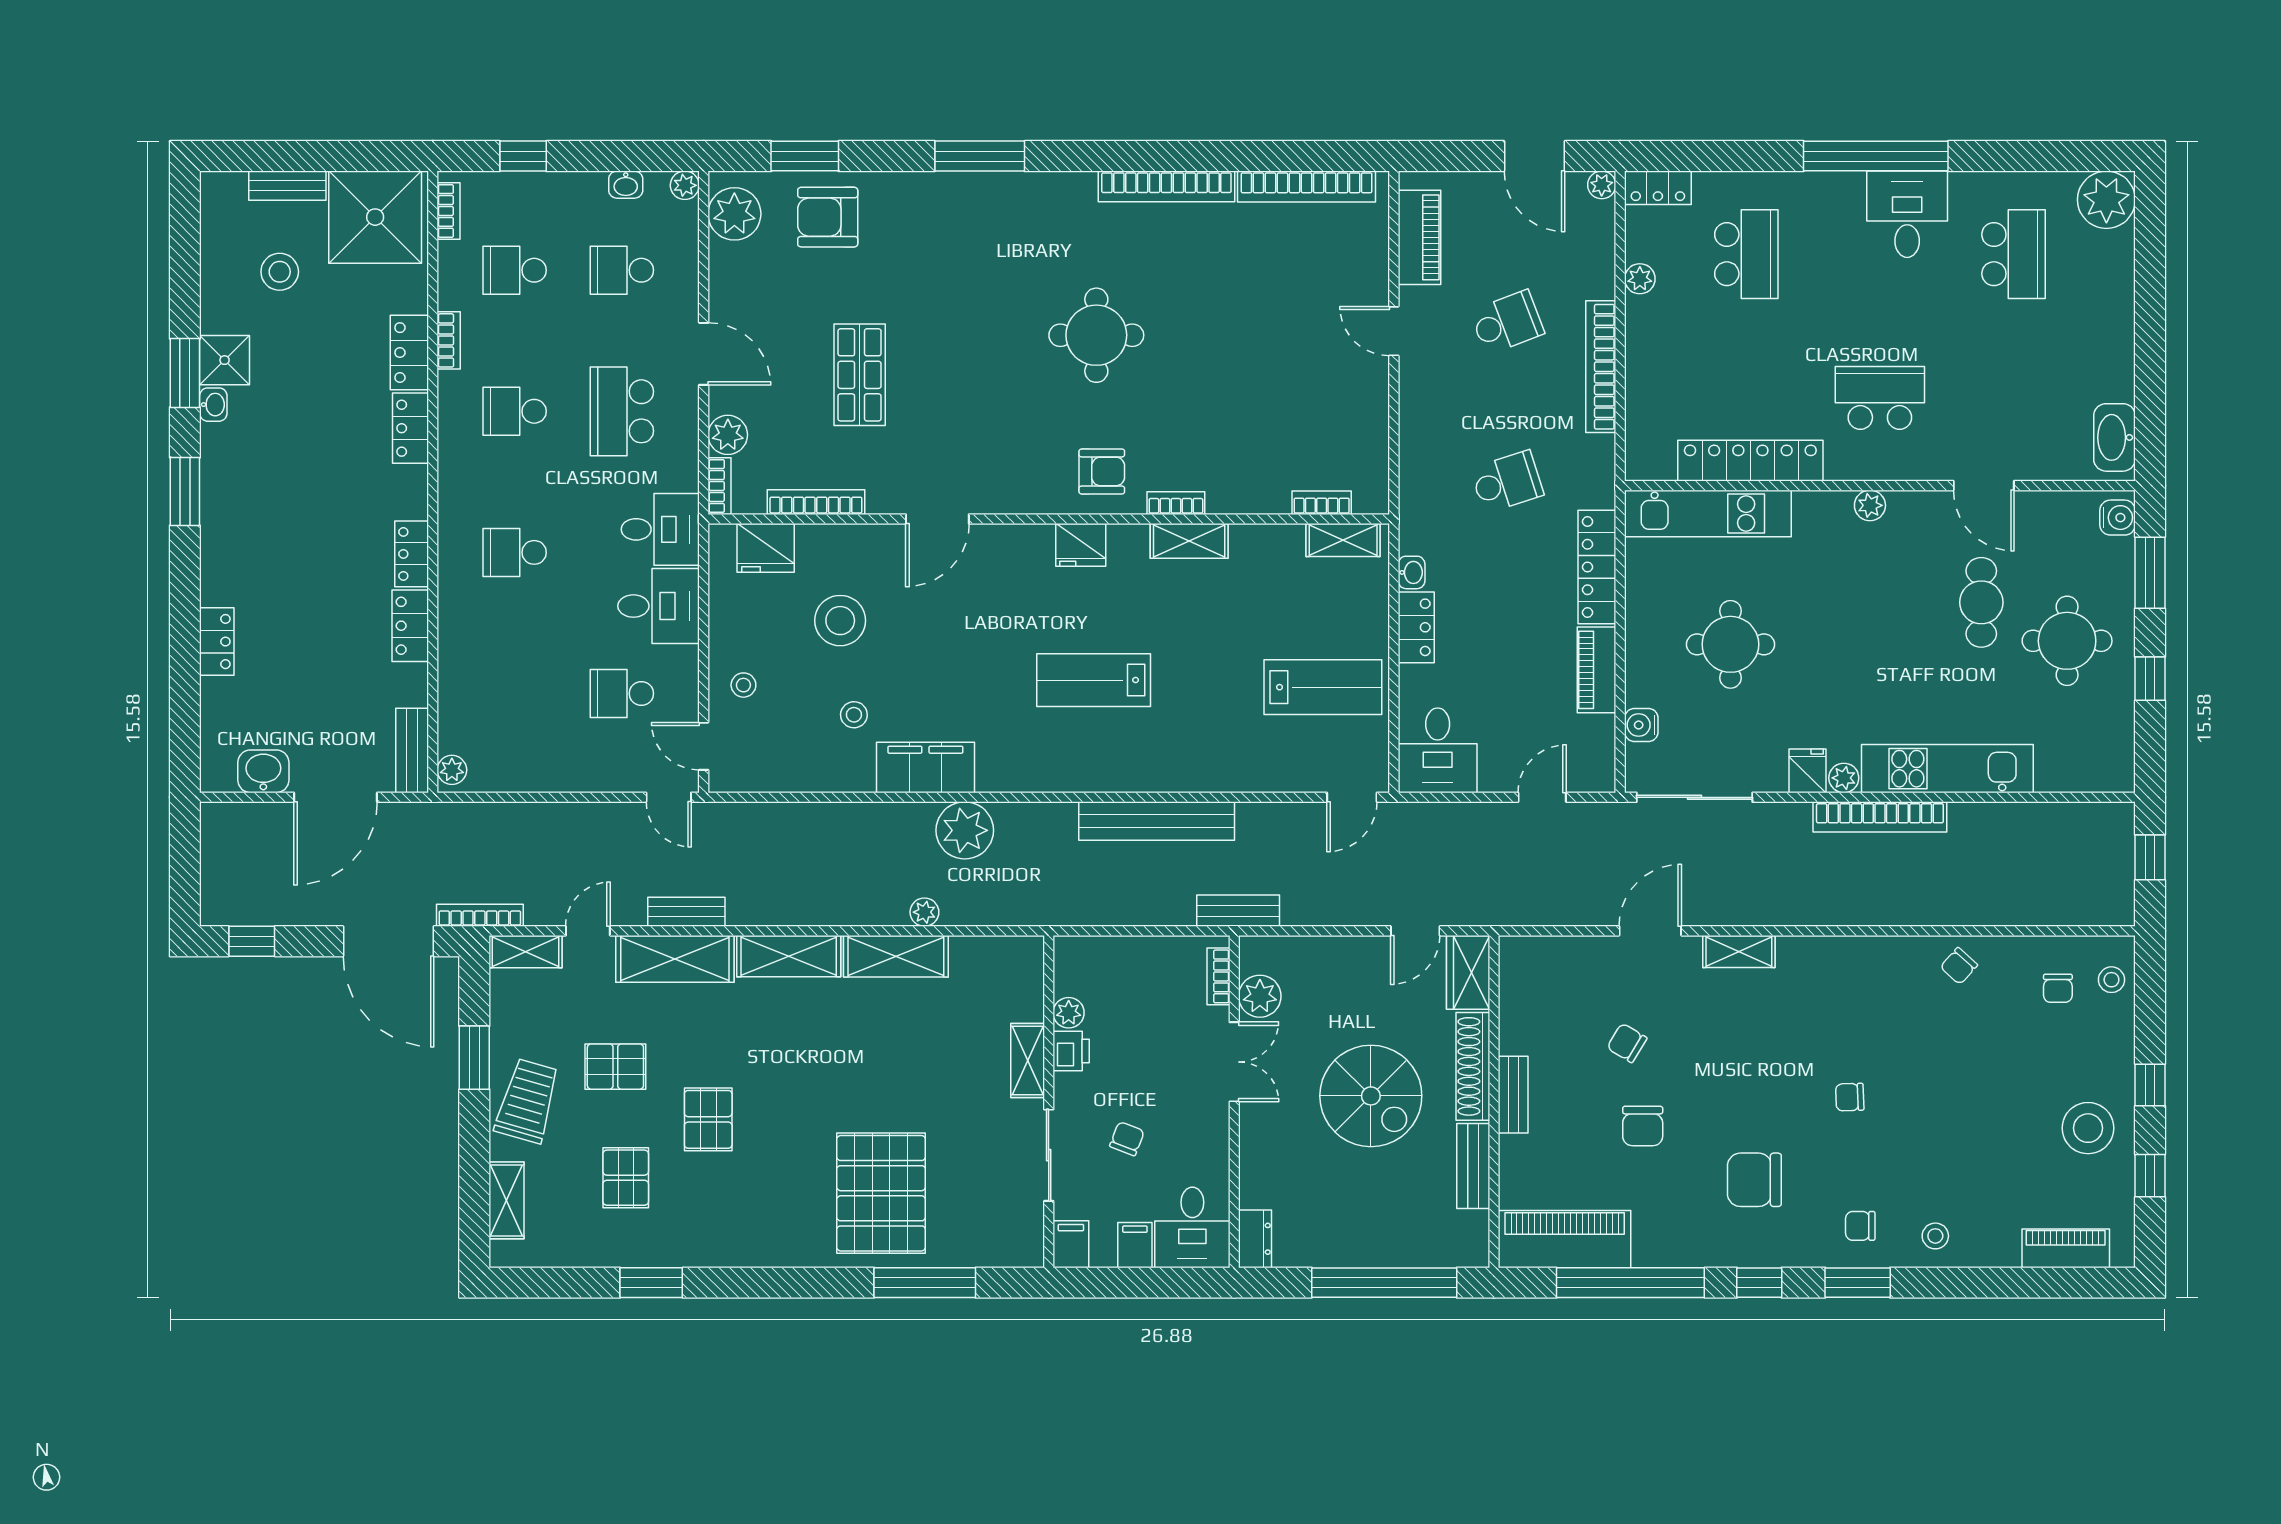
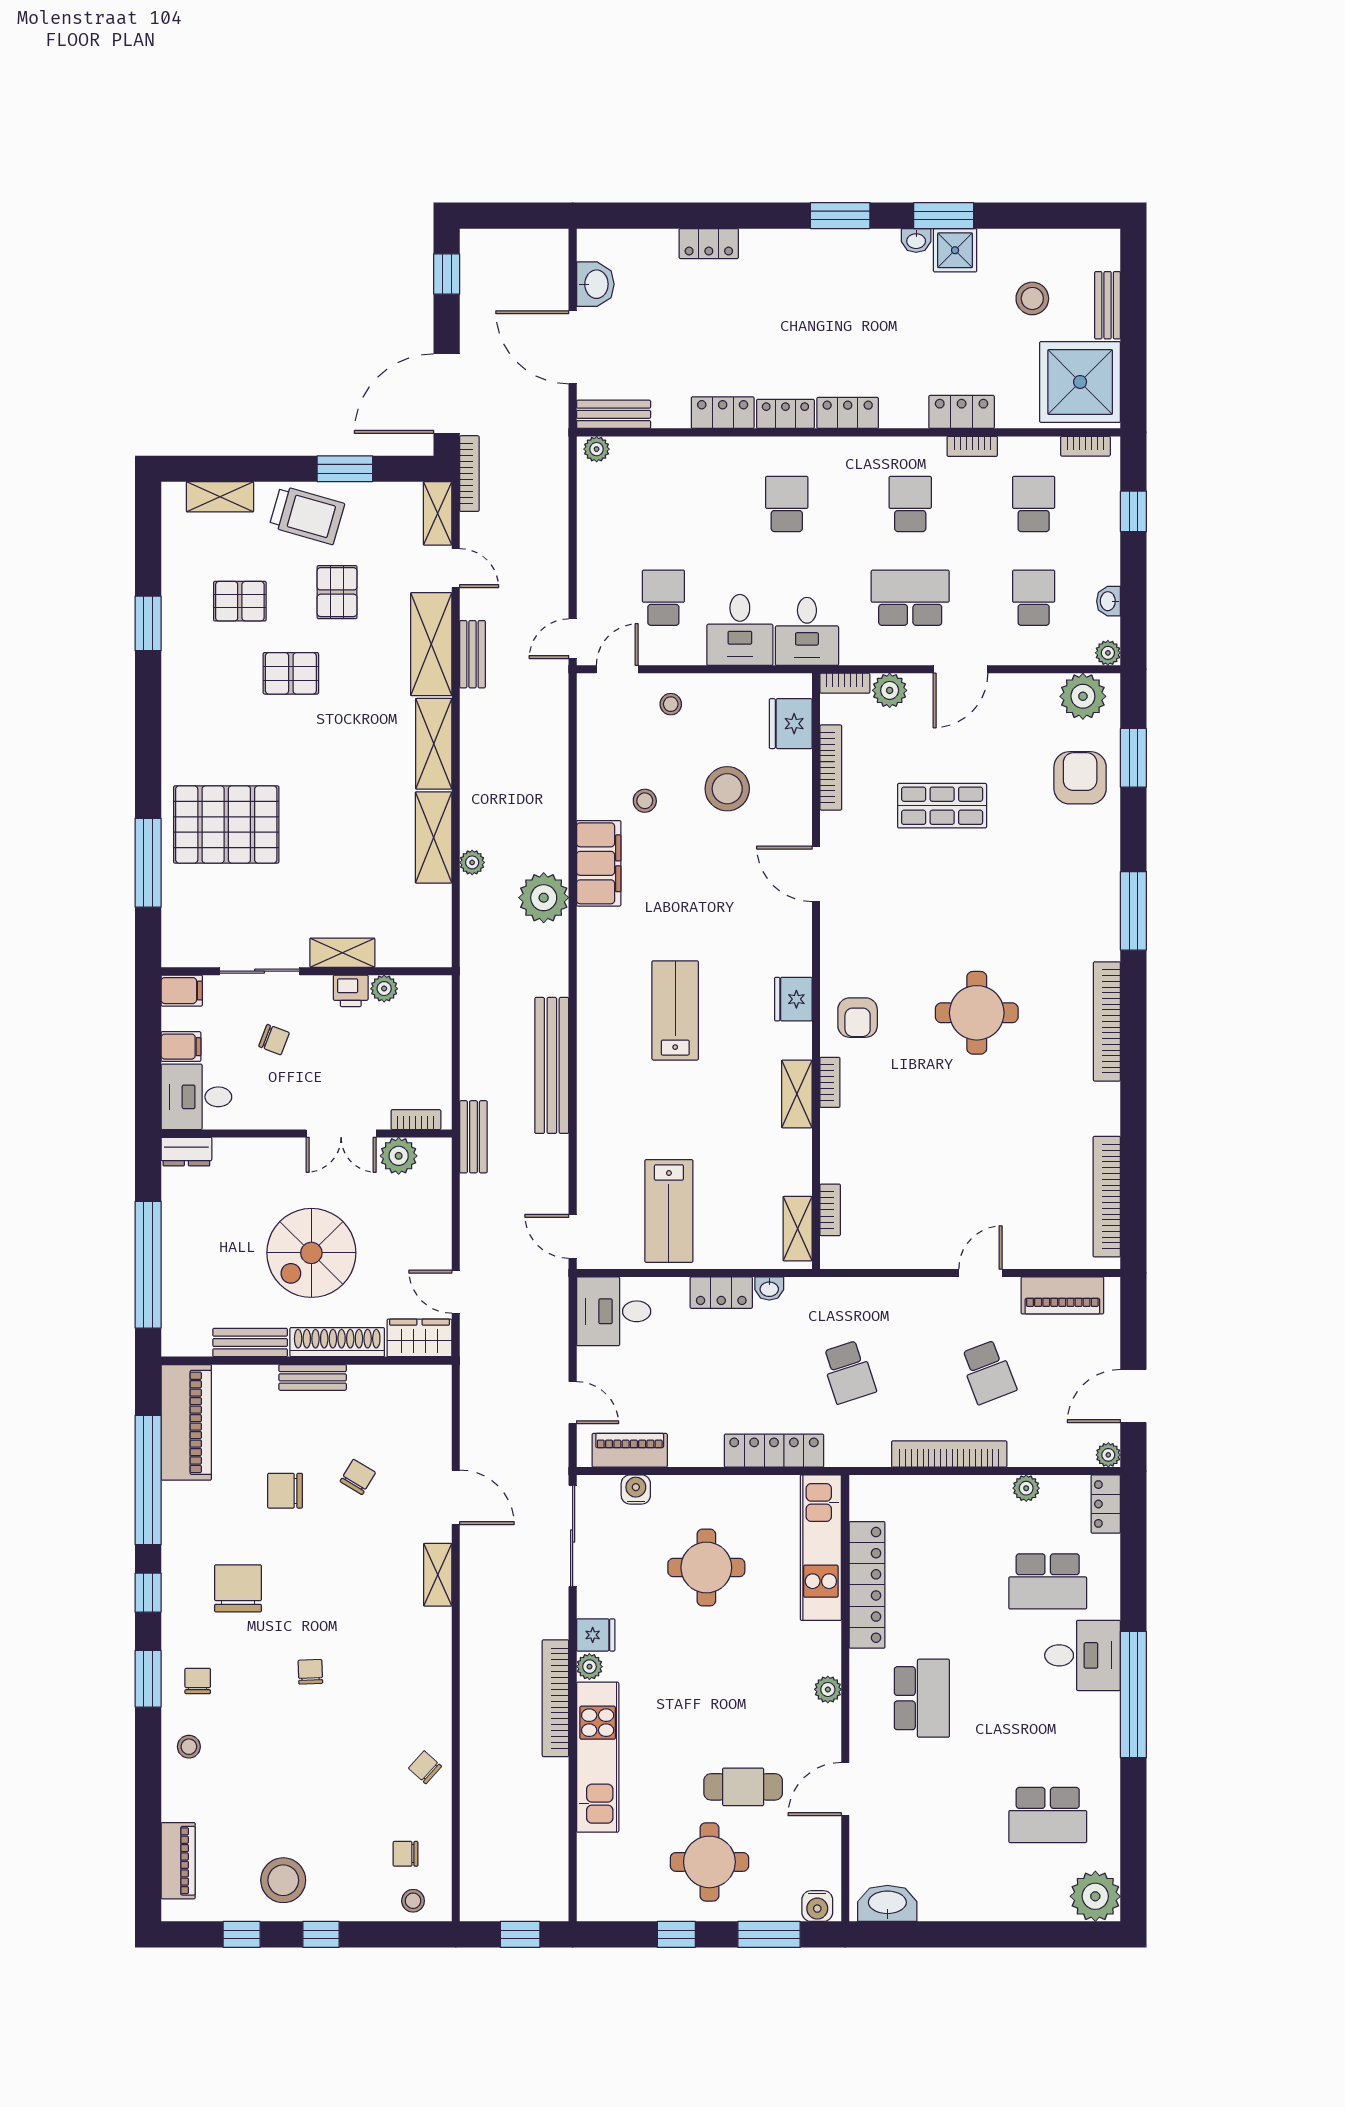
bookcase: (1166, 186) -> (1107, 1021), moved
desk: (1907, 214) -> (1083, 1655), moved
locker: (411, 428) -> (848, 413), moved
piano: (1596, 670) -> (630, 1450), moved

